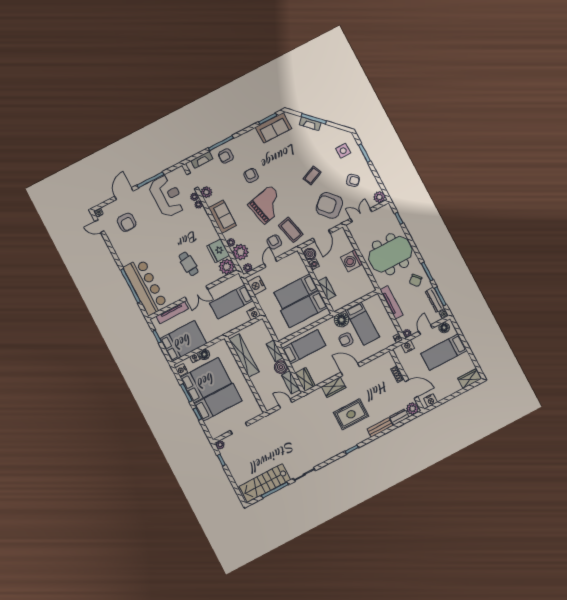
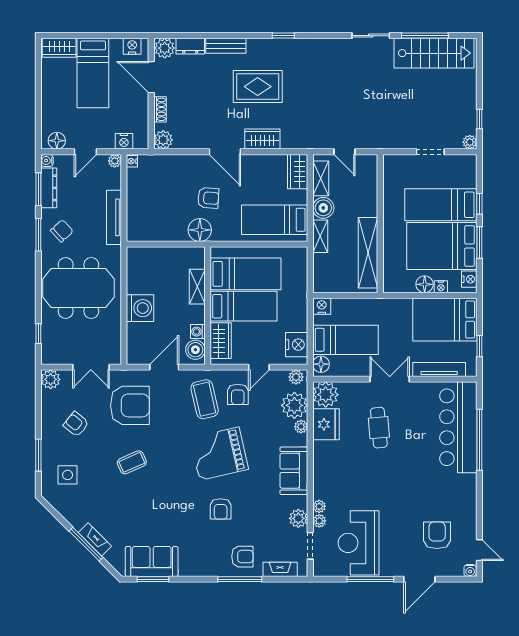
armchair: (329, 205) -> (130, 405), turned -48
wardrobe: (299, 266) -> (221, 341), added
floor lamp: (238, 282) -> (321, 364), added
bed: (362, 323) -> (172, 209), removed
bed: (444, 352) -> (93, 73), moved, turned 90
plant: (387, 358) -> (163, 140), added

